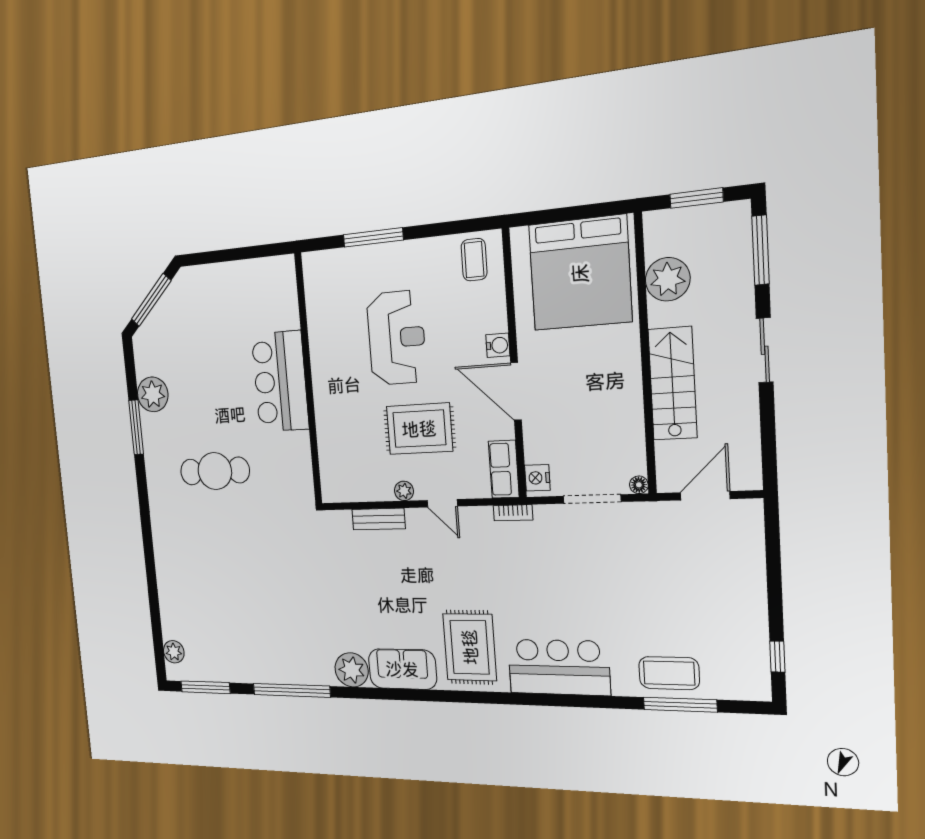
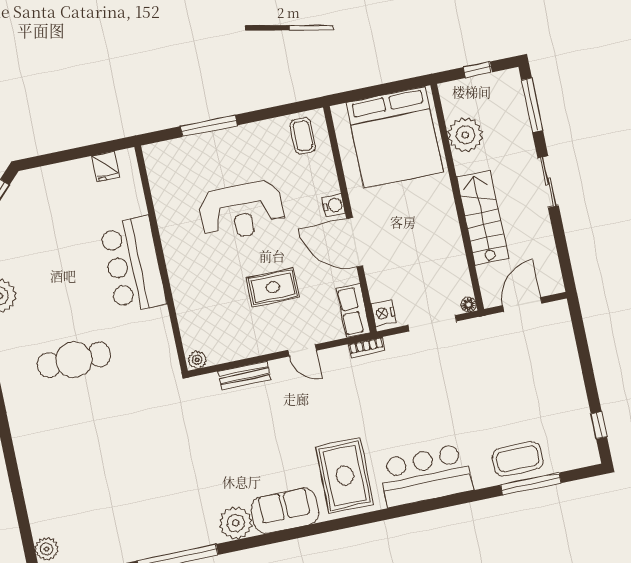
window: (697, 198) -> (478, 70), width x0.67
fridge: (264, 272) -> (106, 166), added
reception desk: (397, 338) -> (241, 210), turned 90
rug: (419, 429) -> (273, 287), width x0.73, depth x0.70
plant: (404, 491) -> (197, 360), moved

